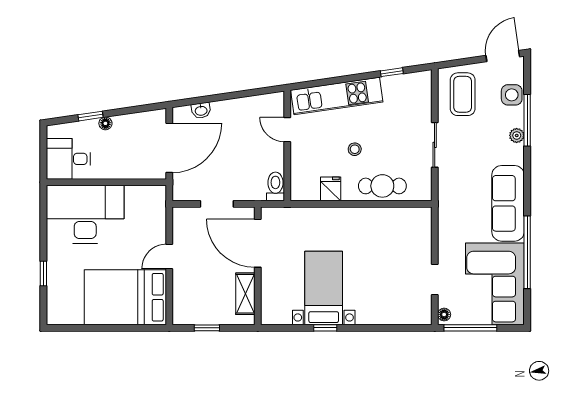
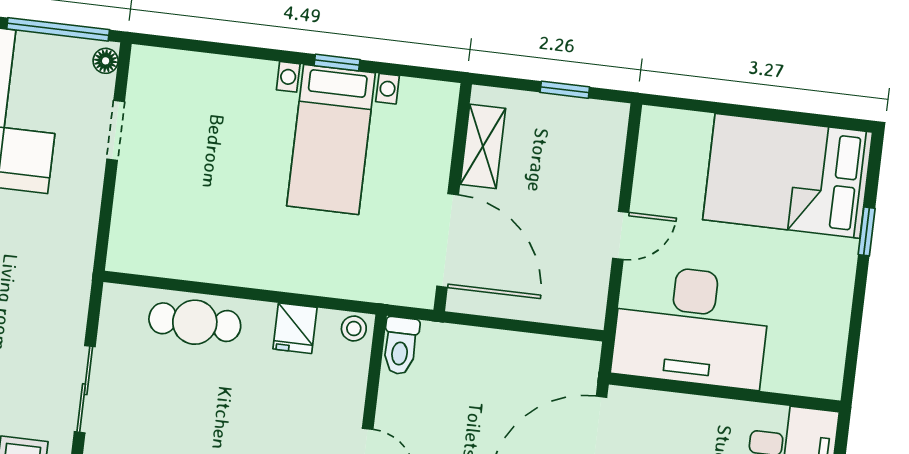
stool: (355, 149) -> (354, 329), moved
doorway: (217, 204) -> (517, 326), removed
desk: (85, 214) -> (691, 326), moved
bed: (125, 297) -> (788, 176), moved, turned 180

